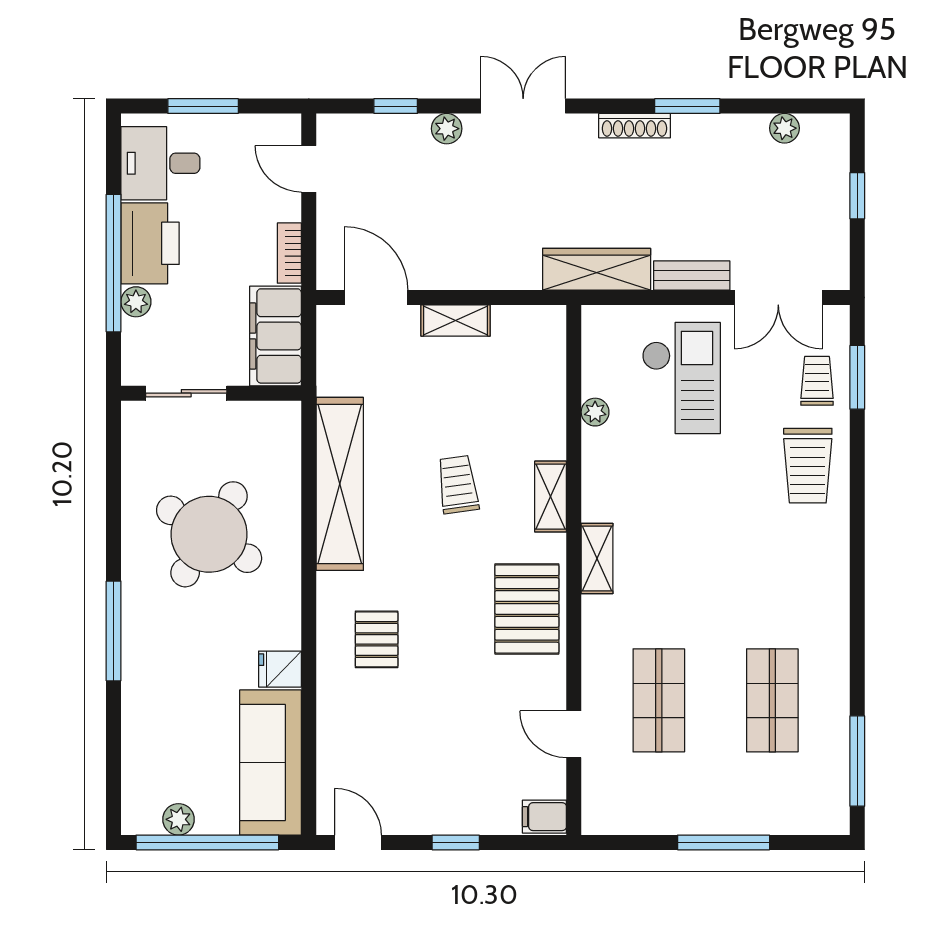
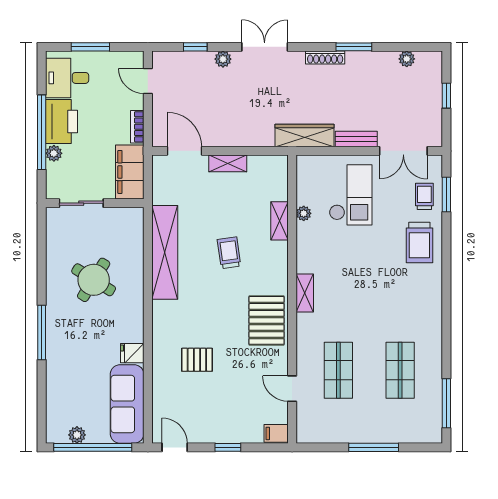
shelving: (551, 497) -> (279, 221), moved
round table: (209, 534) -> (94, 280), width x0.73, depth x0.73
pallet: (377, 639) -> (197, 360), moved, turned 90

